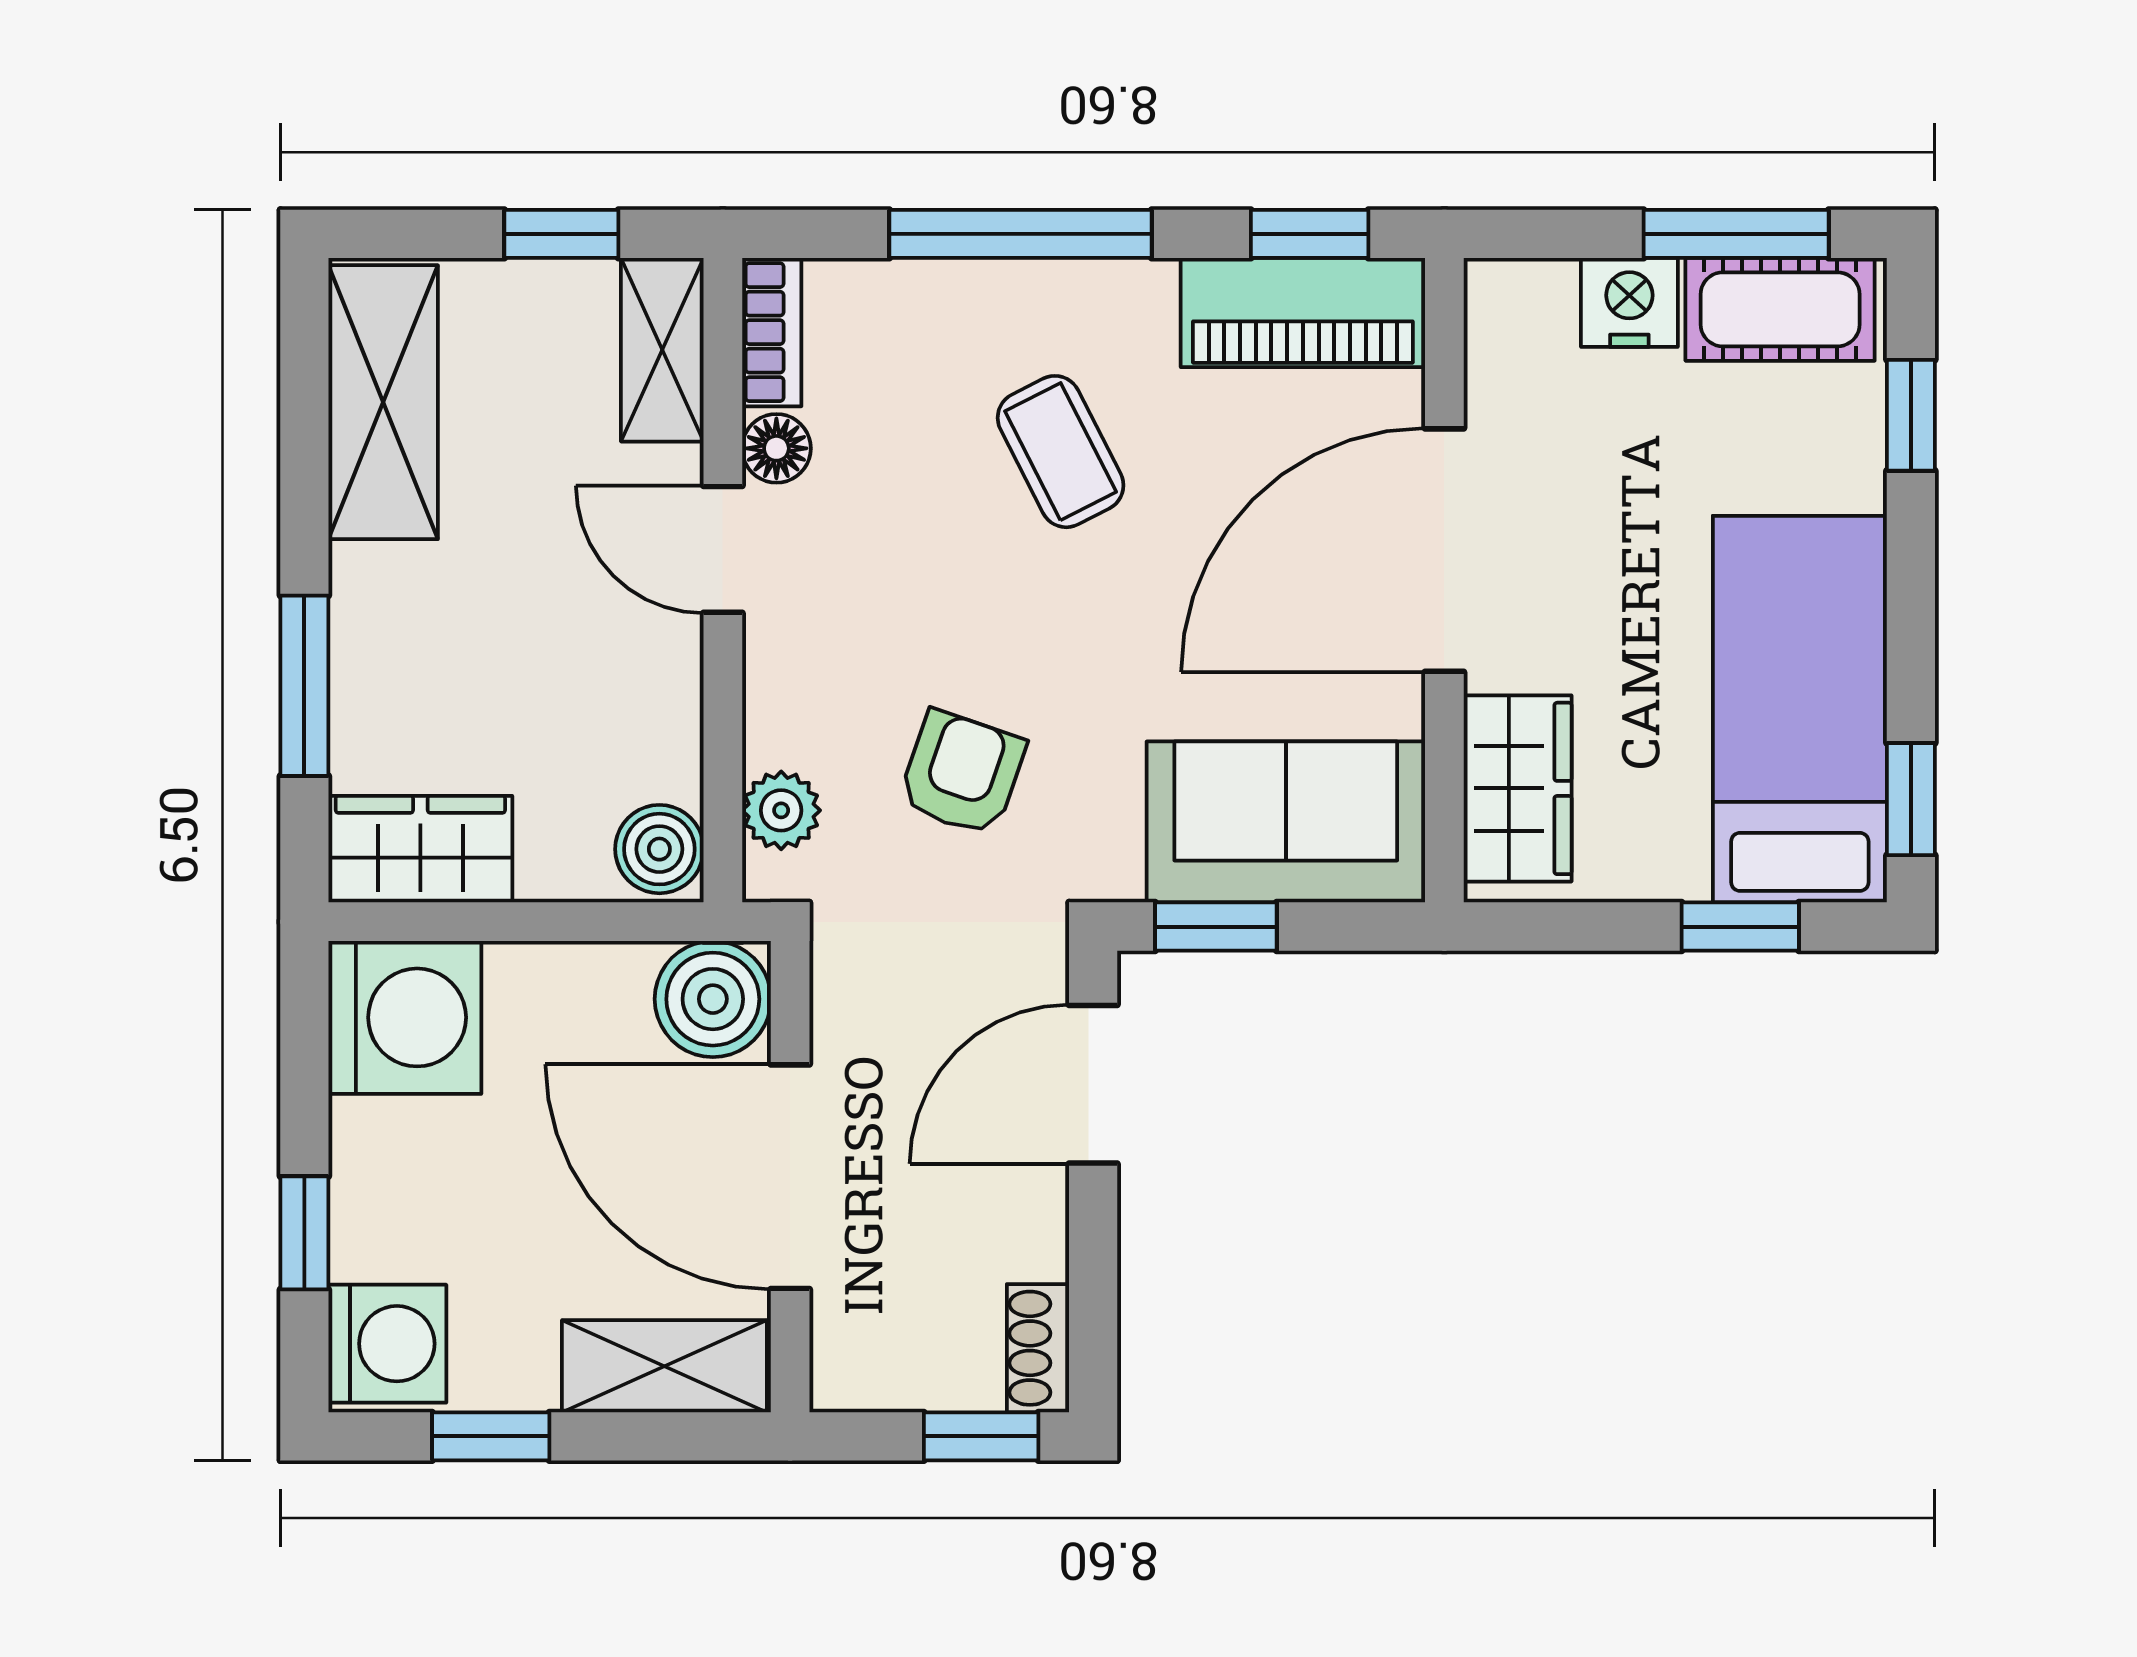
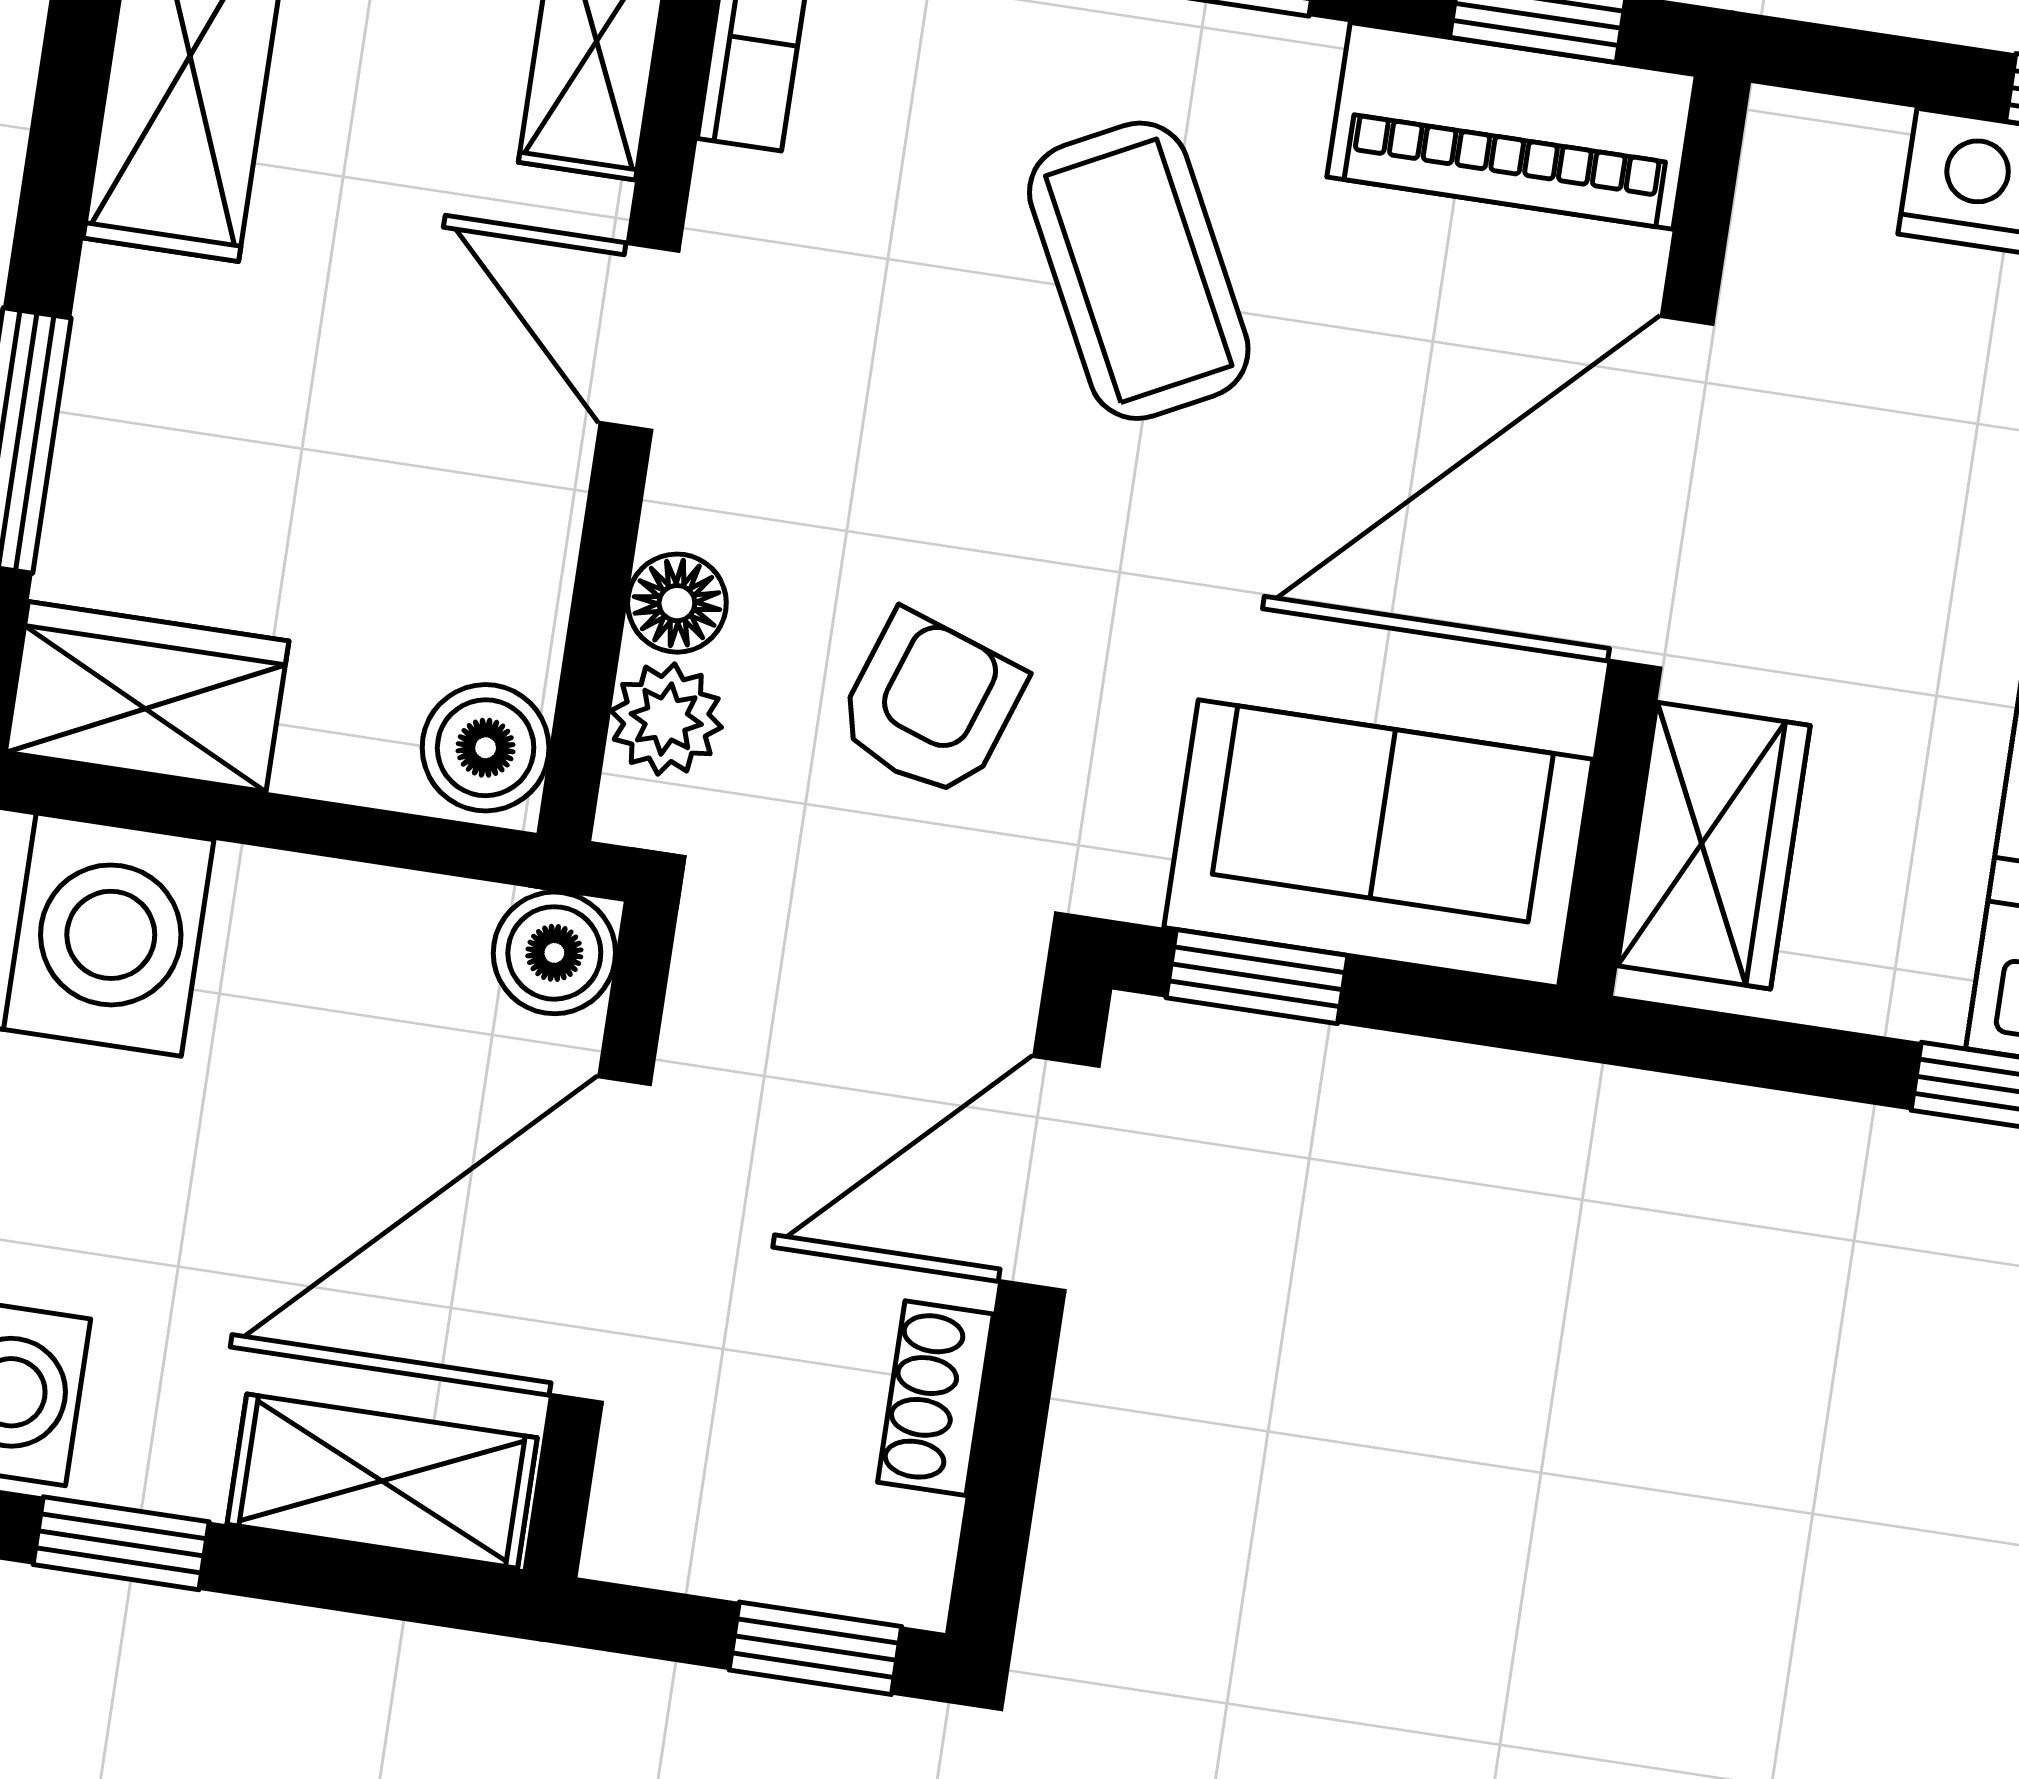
floor lamp: (776, 448) -> (677, 603), moved
coffee table: (1061, 452) -> (1139, 271), width x1.36, depth x1.30
boiler: (713, 999) -> (554, 953), width x0.73, depth x0.73
door: (790, 1177) -> (601, 1240), hinge flipped
shoe rack: (1038, 1348) -> (936, 1398), moved

